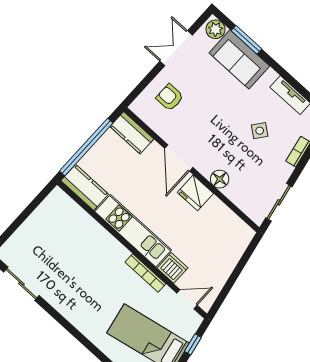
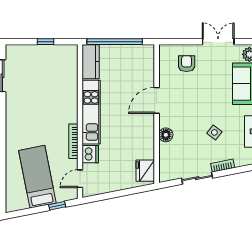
kitchen counter: (132, 133) -> (147, 60), removed
fridge: (195, 193) -> (145, 171), moved
sliding door: (279, 202) -> (197, 178), moved
window: (26, 213) -> (45, 42), added
door: (187, 299) -> (80, 179), swing flipped

